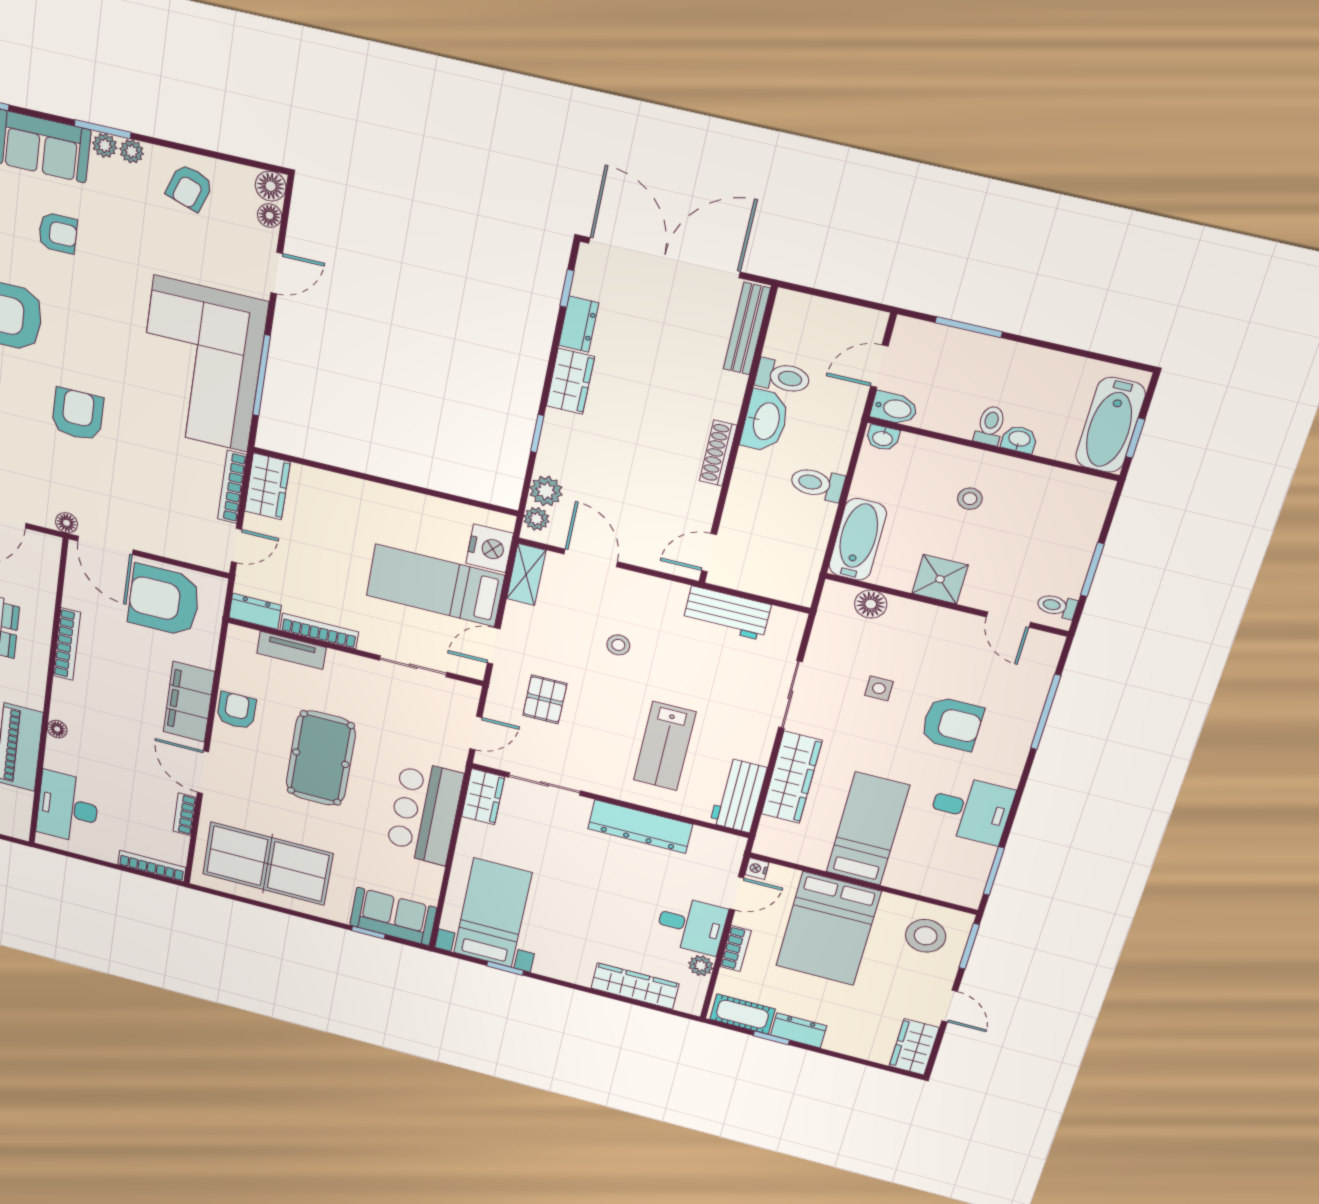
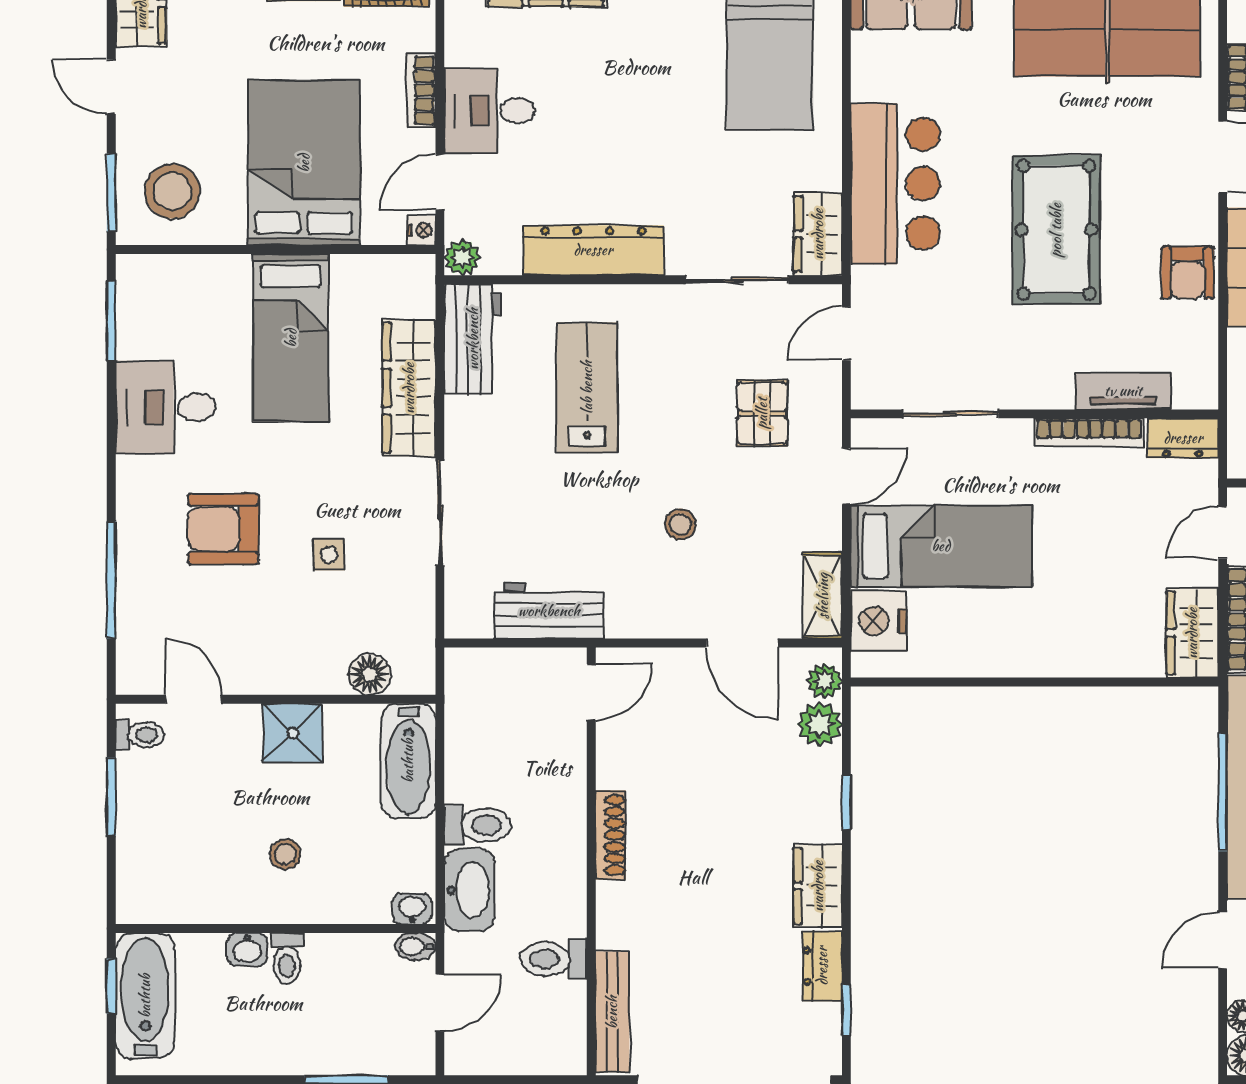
bidet: (894, 408) -> (415, 947), width x0.72, depth x0.74
washbasin: (765, 421) -> (469, 890), moved, turned 180
plant: (701, 966) -> (462, 258), moved

